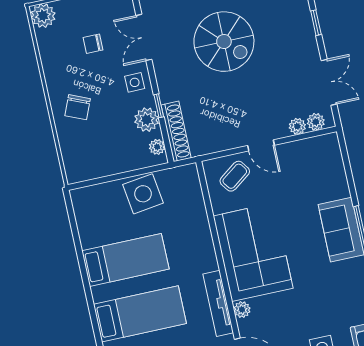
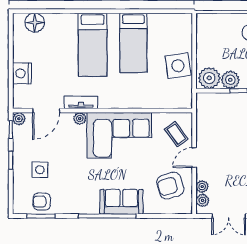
shoe rack: (176, 131) -> (217, 99), removed
plant: (157, 147) -> (209, 78), width x1.87, depth x1.87
armchair: (305, 169) -> (170, 186), added
tv unit: (218, 303) -> (81, 102), width x0.71

